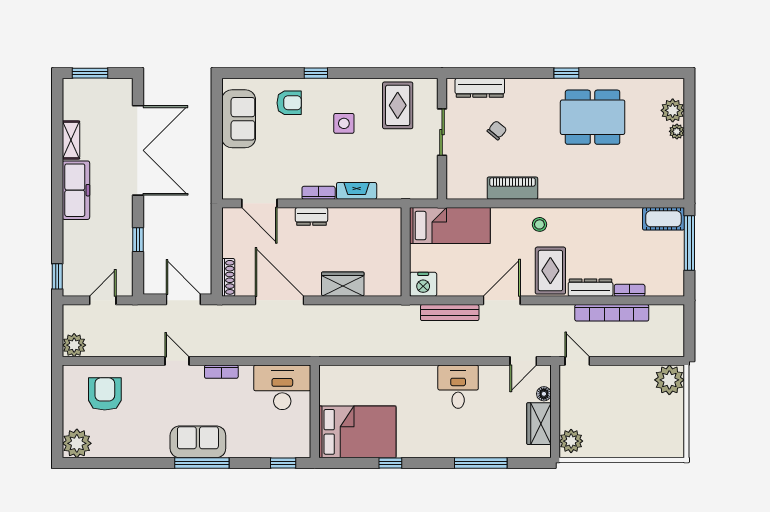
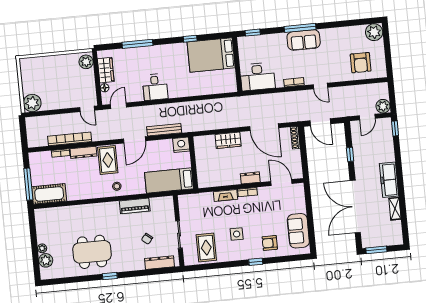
window: (90, 73) -> (376, 250), moved
cot: (663, 219) -> (49, 194), width x1.37, depth x1.34
plant: (74, 345) -> (383, 106), moved

